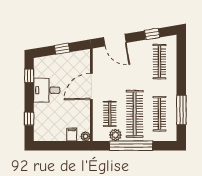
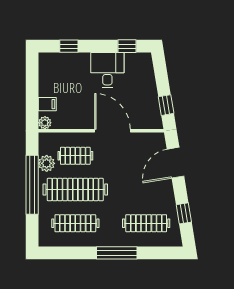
window: (62, 49) -> (166, 105), moved
window: (181, 110) -> (117, 253), moved

